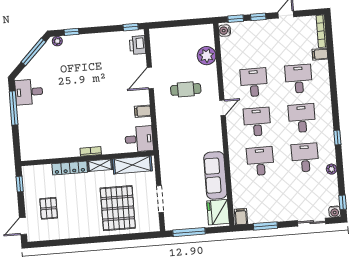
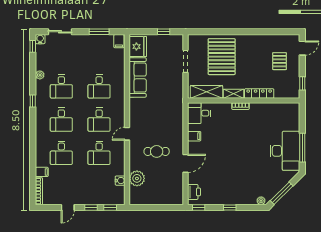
water cooler: (225, 31) -> (120, 181), moved
window: (71, 32) -> (230, 207), moved
desk: (29, 92) -> (285, 151), width x1.87, depth x1.30
window: (189, 232) -> (164, 32), width x0.46

